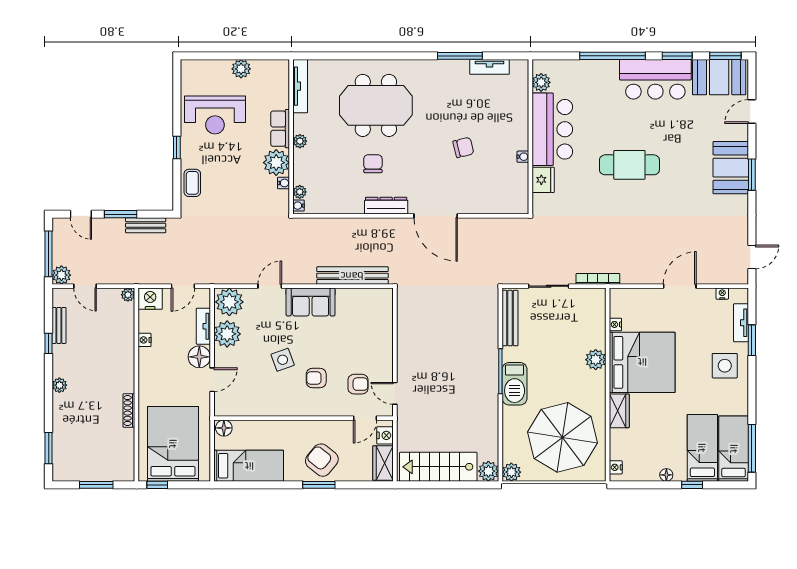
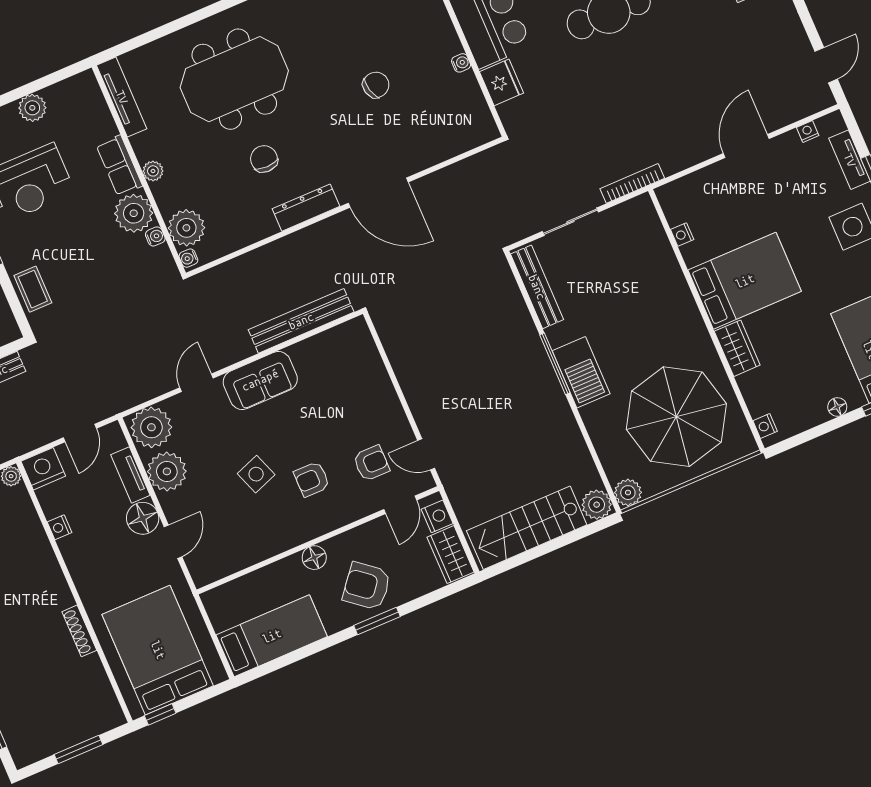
plant: (300, 192) -> (186, 228), width x1.87, depth x1.87
plant: (596, 360) -> (676, 293), removed
bed: (642, 362) -> (745, 281), width x0.73
floor lamp: (224, 428) -> (314, 558), moved

